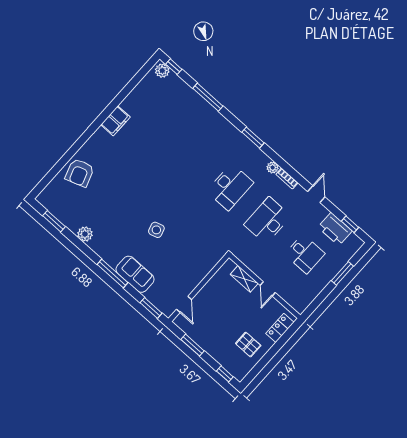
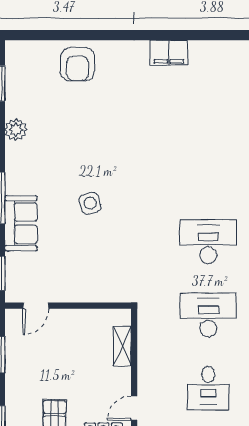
armchair: (80, 173) -> (78, 64), turned -71
desk: (230, 187) -> (208, 242), turned 180
door: (268, 289) -> (134, 408), moved

